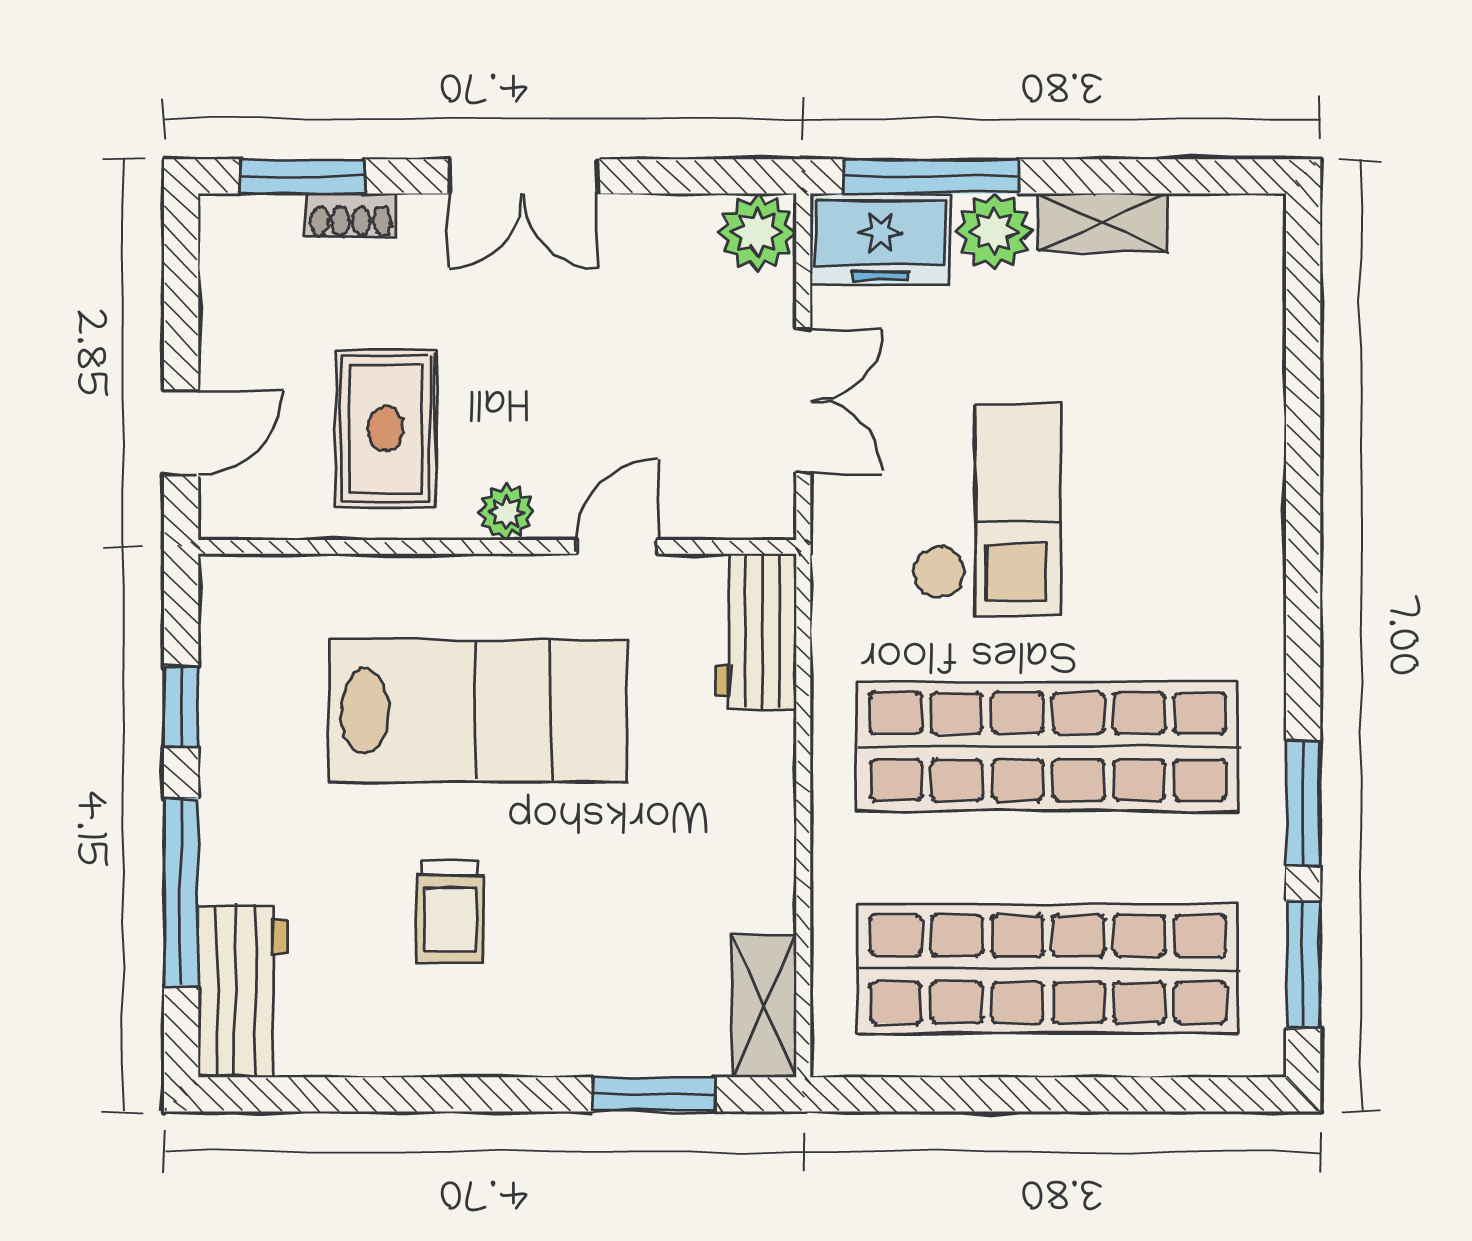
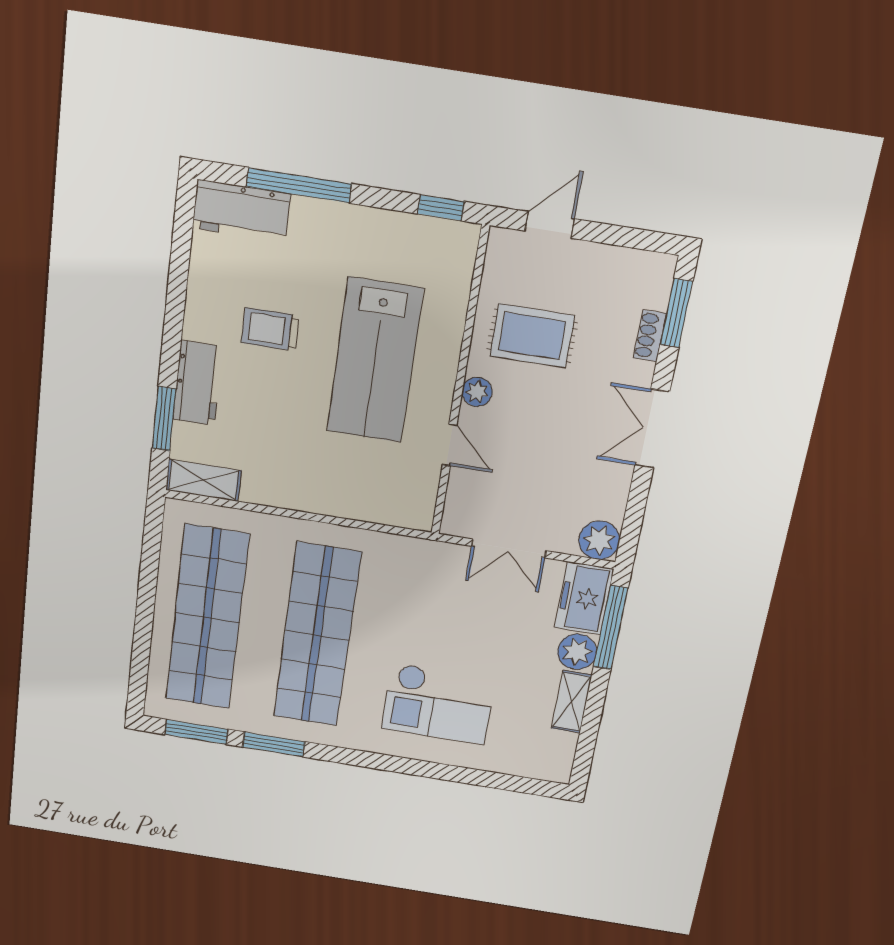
door: (181, 433) -> (550, 225), swing flipped
checkout: (987, 510) -> (438, 704), moved
workbench: (756, 631) -> (198, 383), moved, turned 90
window: (181, 707) -> (441, 208), moved

